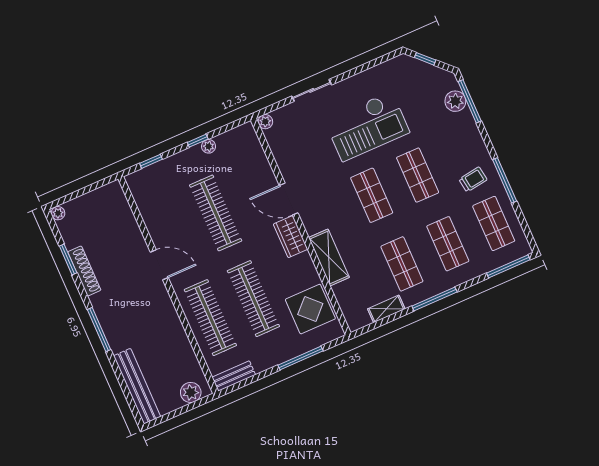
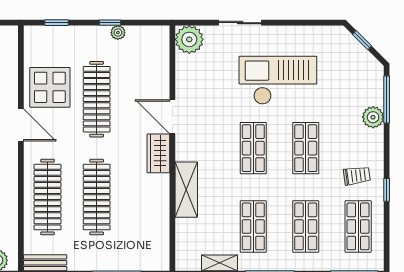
plant: (455, 101) -> (373, 117), moved
plant: (265, 122) -> (189, 39), width x1.88, depth x1.88
checkout: (367, 126) -> (278, 80), turned 180
window: (505, 180) -> (387, 190), width x0.46
display table: (310, 309) -> (50, 87), moved

